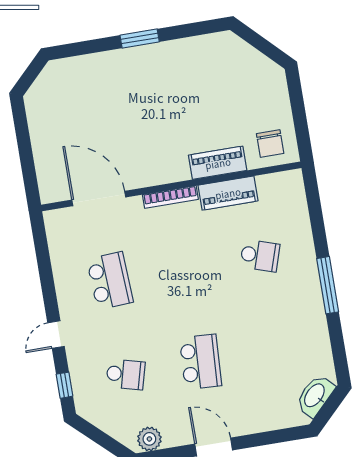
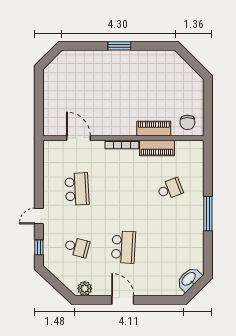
door: (99, 198) -> (78, 138), width x0.73
school desk: (260, 256) -> (170, 189), turned -39

